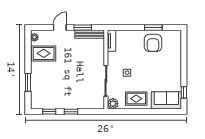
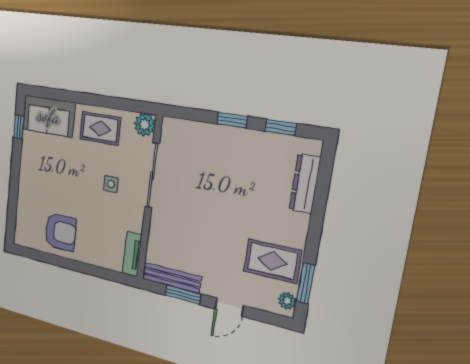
window: (153, 28) -> (57, 261), removed
armchair: (153, 43) -> (60, 232), turned 90
window: (28, 82) -> (306, 283), moved
dresser: (35, 90) -> (305, 184), added

